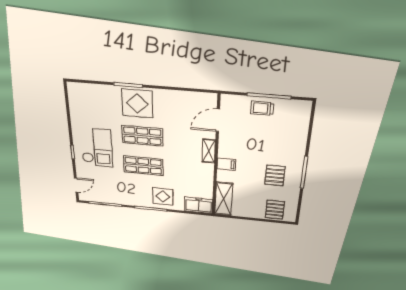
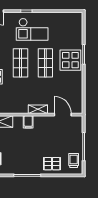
trolley: (262, 108) -> (74, 160), moved
pallet: (275, 175) -> (52, 164), moved

